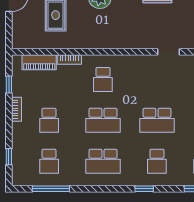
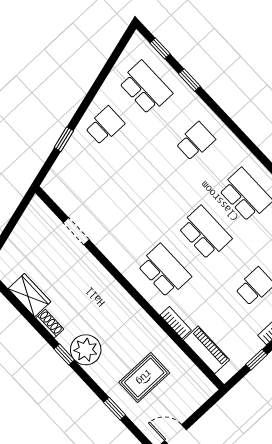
school desk: (103, 79) -> (164, 271), width x1.85
school desk: (157, 120) -> (155, 179), removed
window: (144, 189) -> (235, 129), removed

